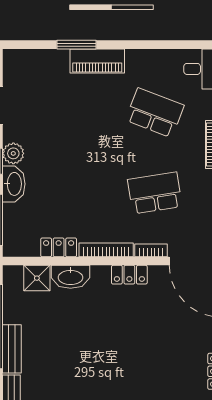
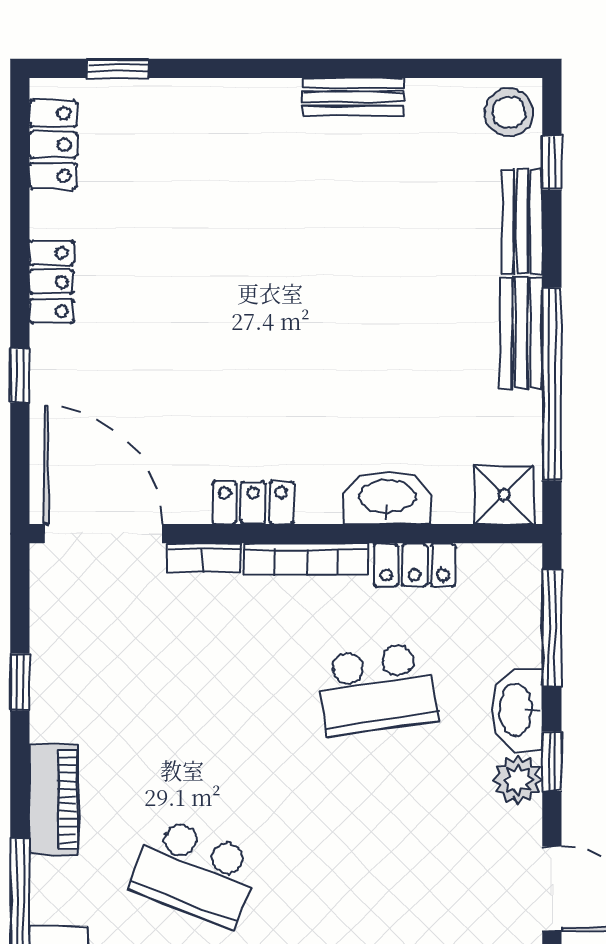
school desk: (155, 193) -> (377, 689), moved
shower: (37, 278) -> (504, 495), moved

